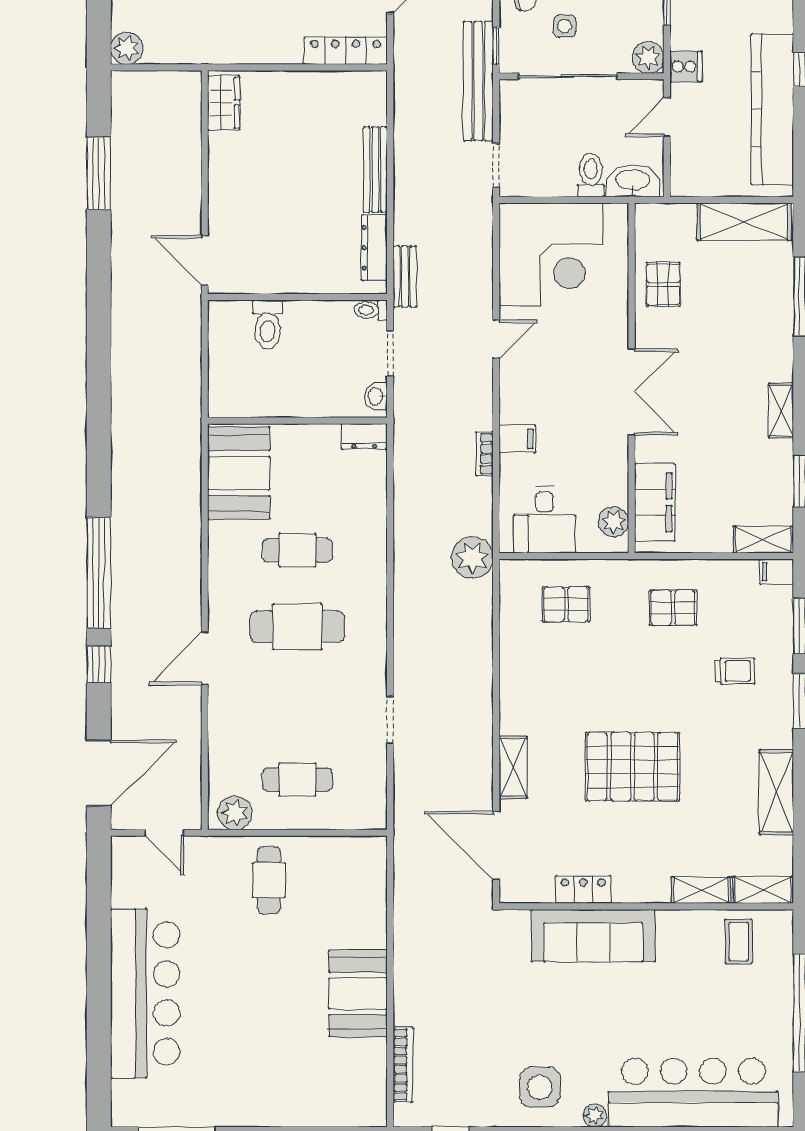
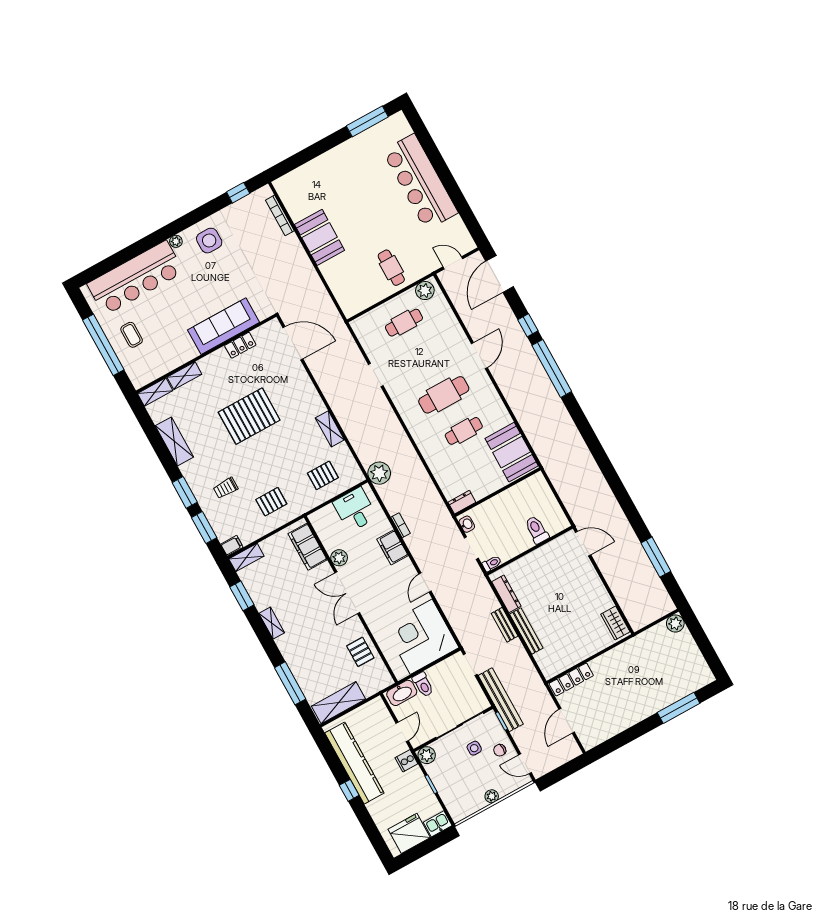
bench: (405, 276) -> (505, 625), moved
filing cabinet: (517, 439) -> (392, 547), width x2.00
plant: (613, 522) -> (339, 558), moved
shelving: (513, 767) -> (330, 429), moved
coffee table: (739, 942) -> (132, 335), moved

